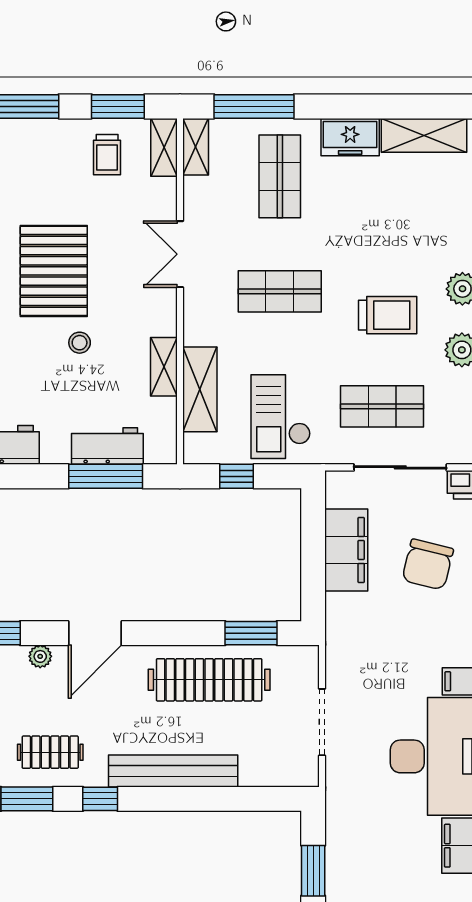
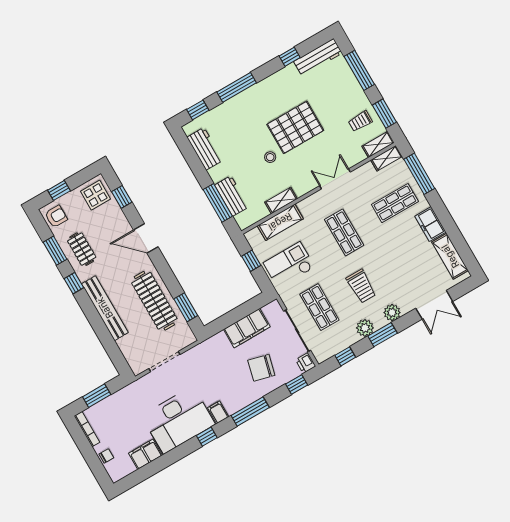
plant: (40, 656) -> (121, 220), removed

